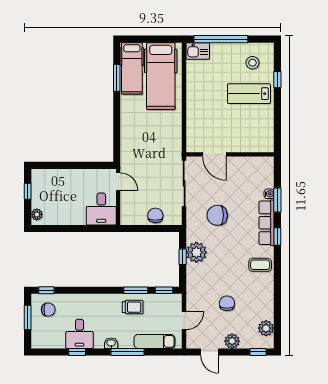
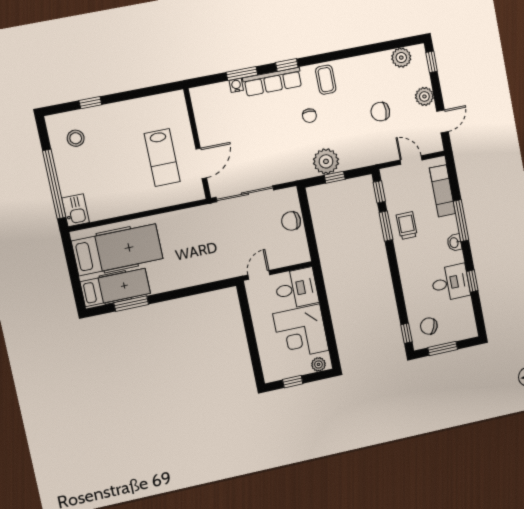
lab bench: (249, 94) -> (162, 158), moved
corner desk: (66, 206) -> (301, 332), added
chair: (217, 215) -> (309, 116), moved, width x0.54, depth x0.54
chair: (48, 310) -> (429, 326), turned -68

